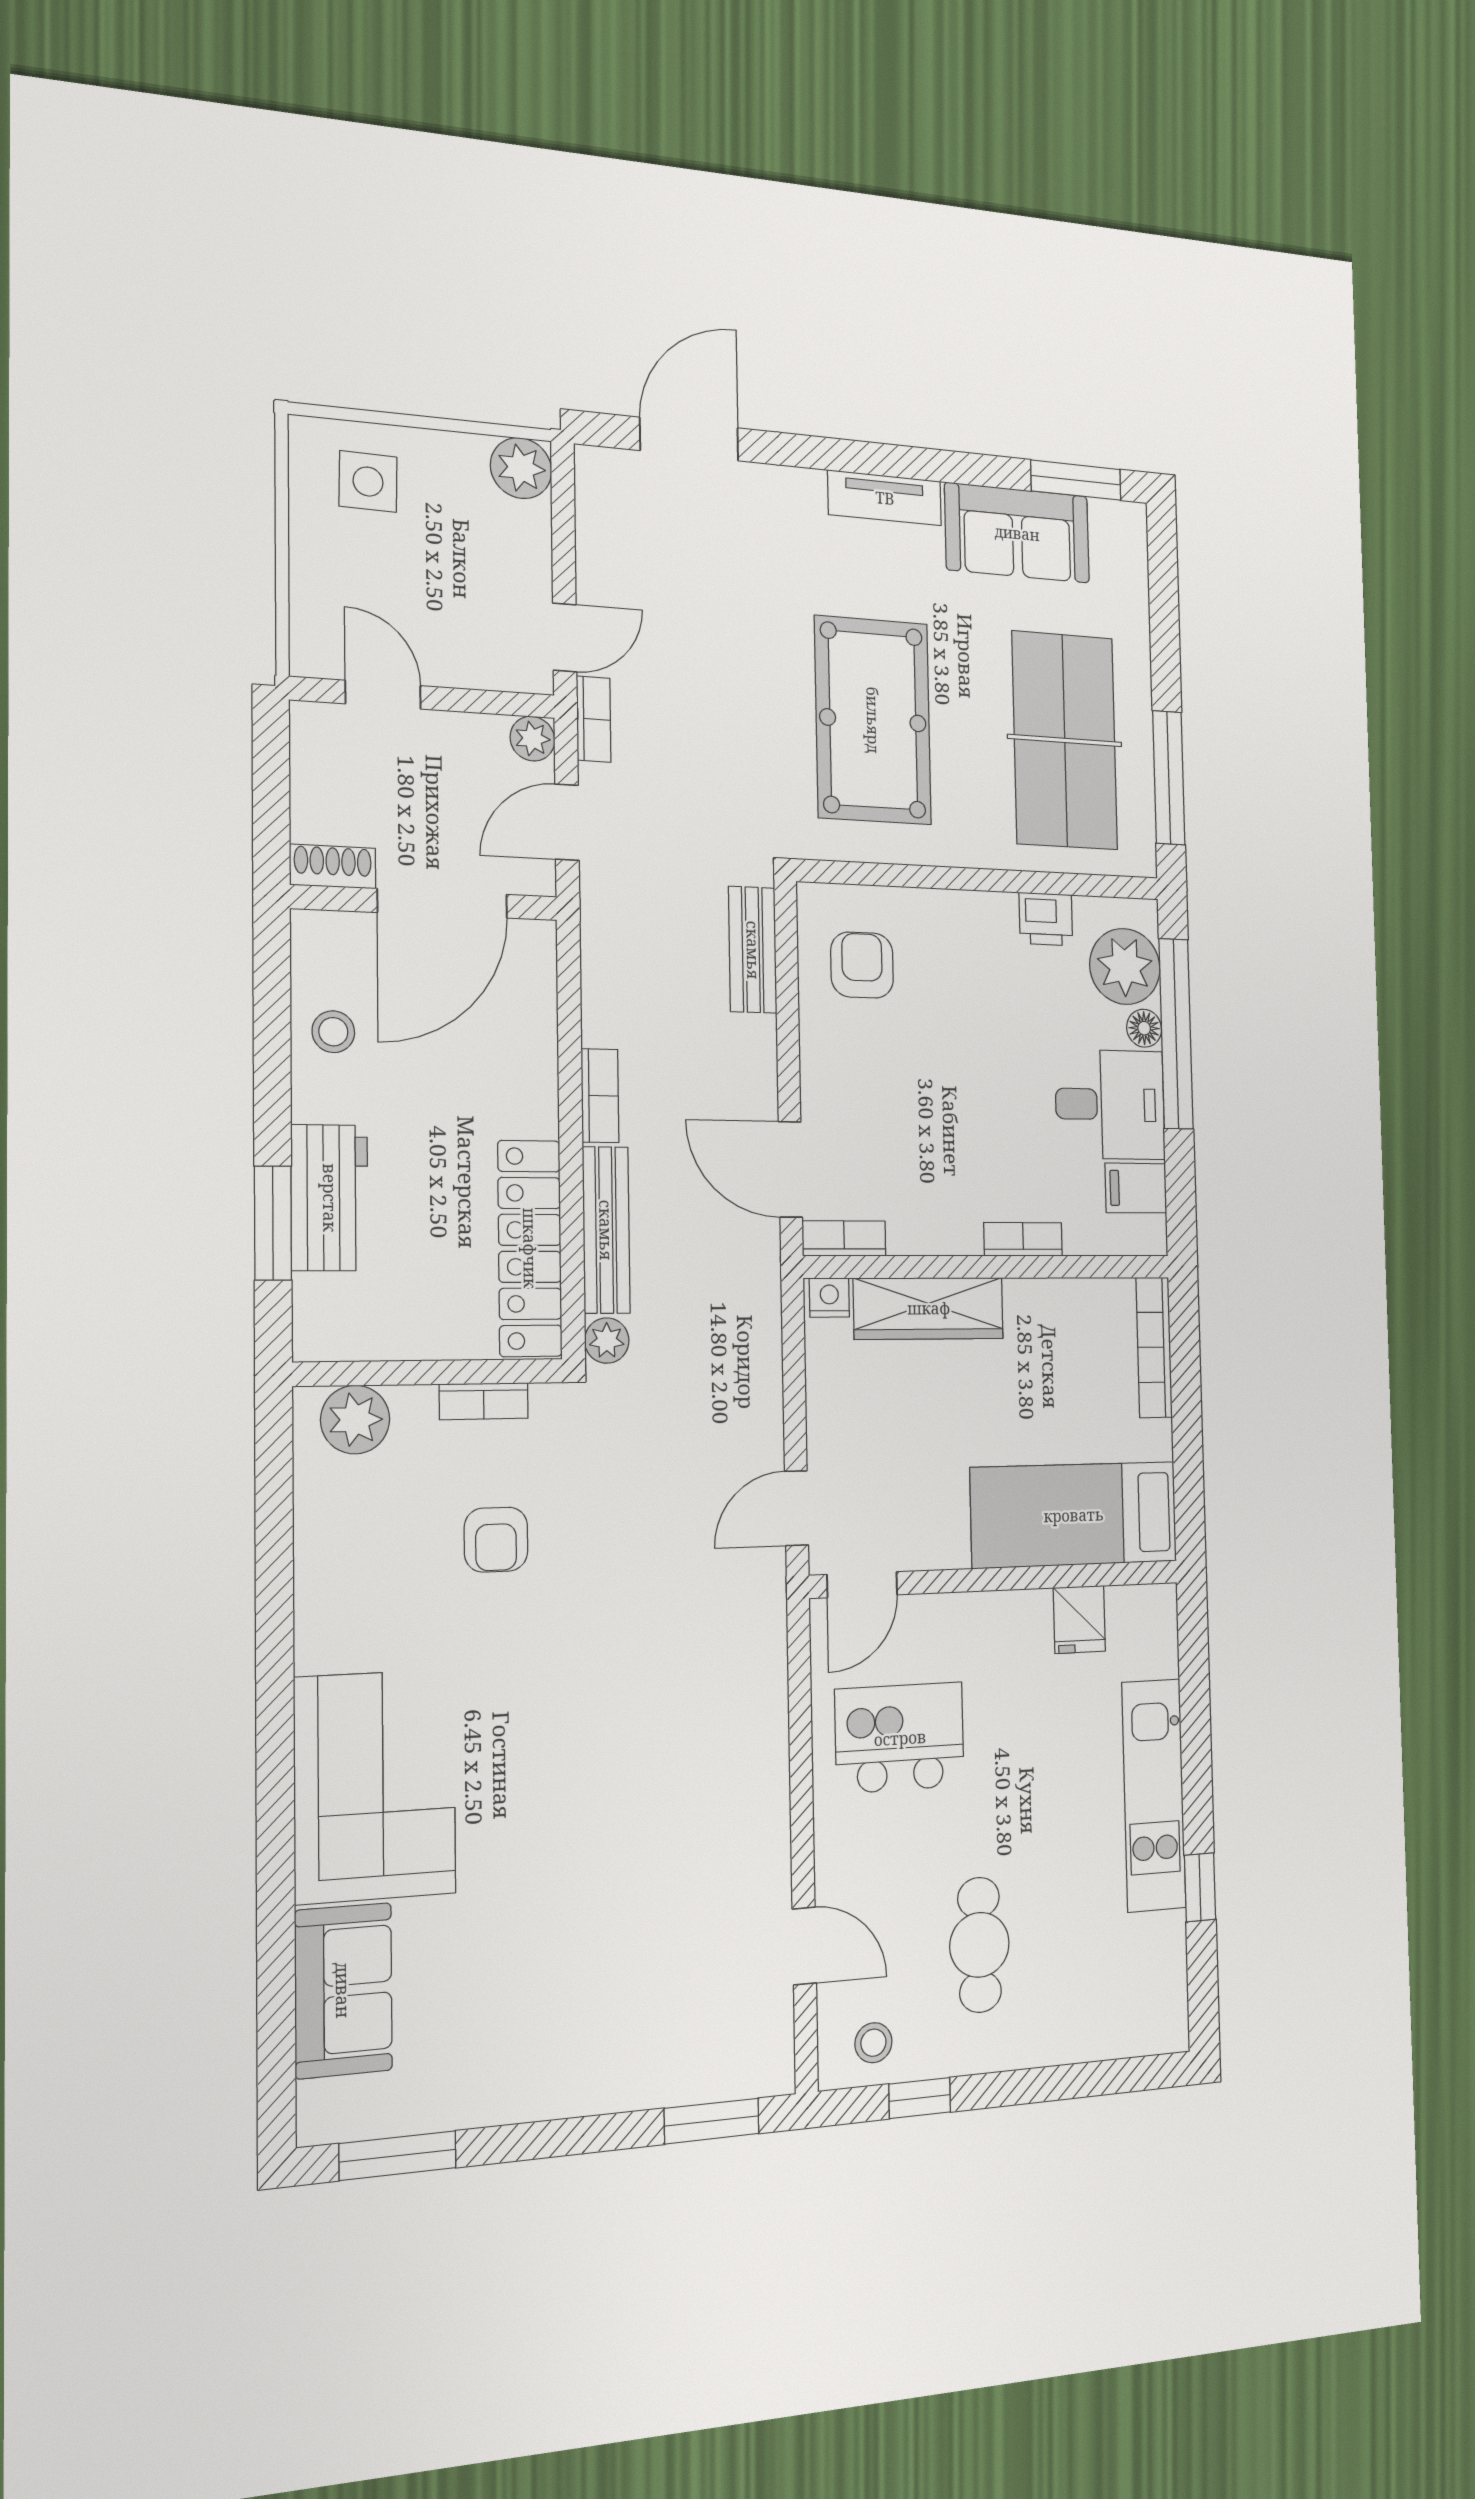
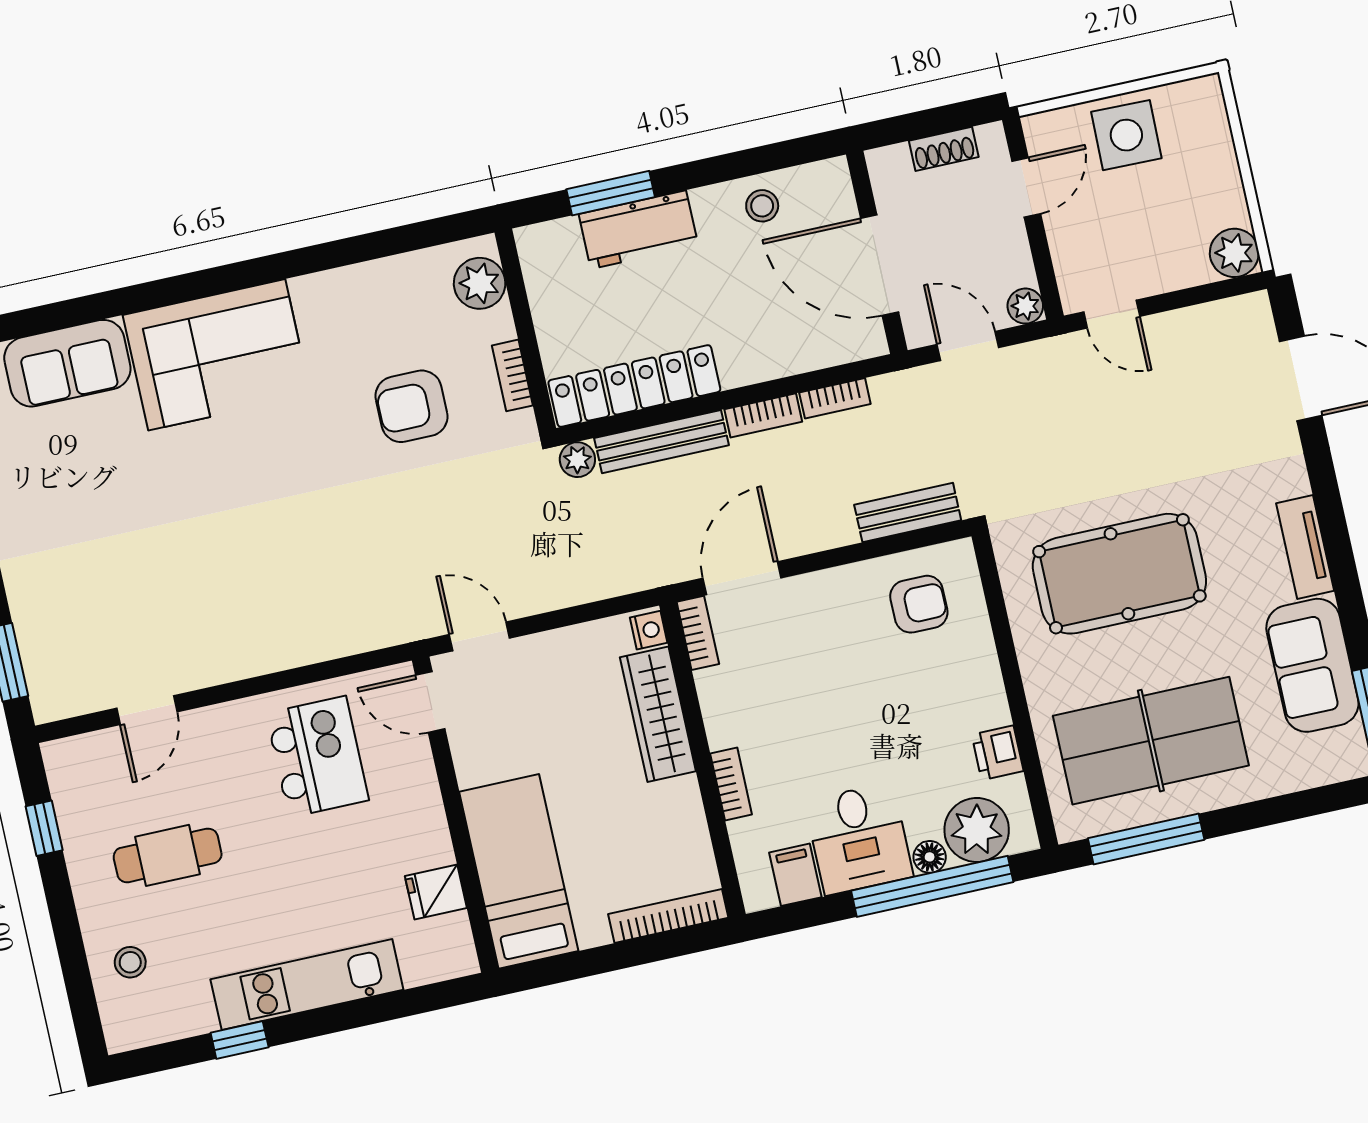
side table: (368, 482) -> (1126, 135), moved, width x1.37, depth x1.37
bookcase: (594, 719) -> (835, 398), moved
shoe rack: (333, 867) -> (944, 149), moved, turned 90
armchair: (496, 1540) -> (411, 406), width x1.38, depth x1.38
stool: (873, 2043) -> (130, 962), moved

